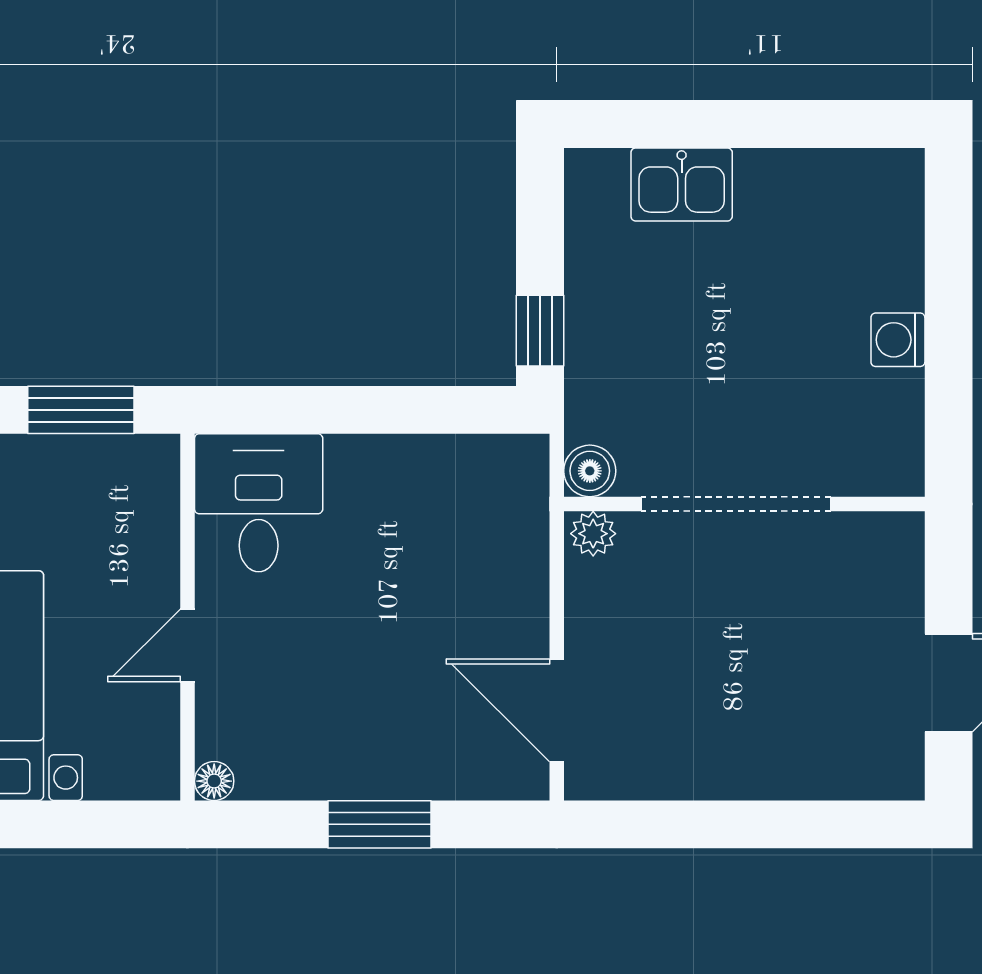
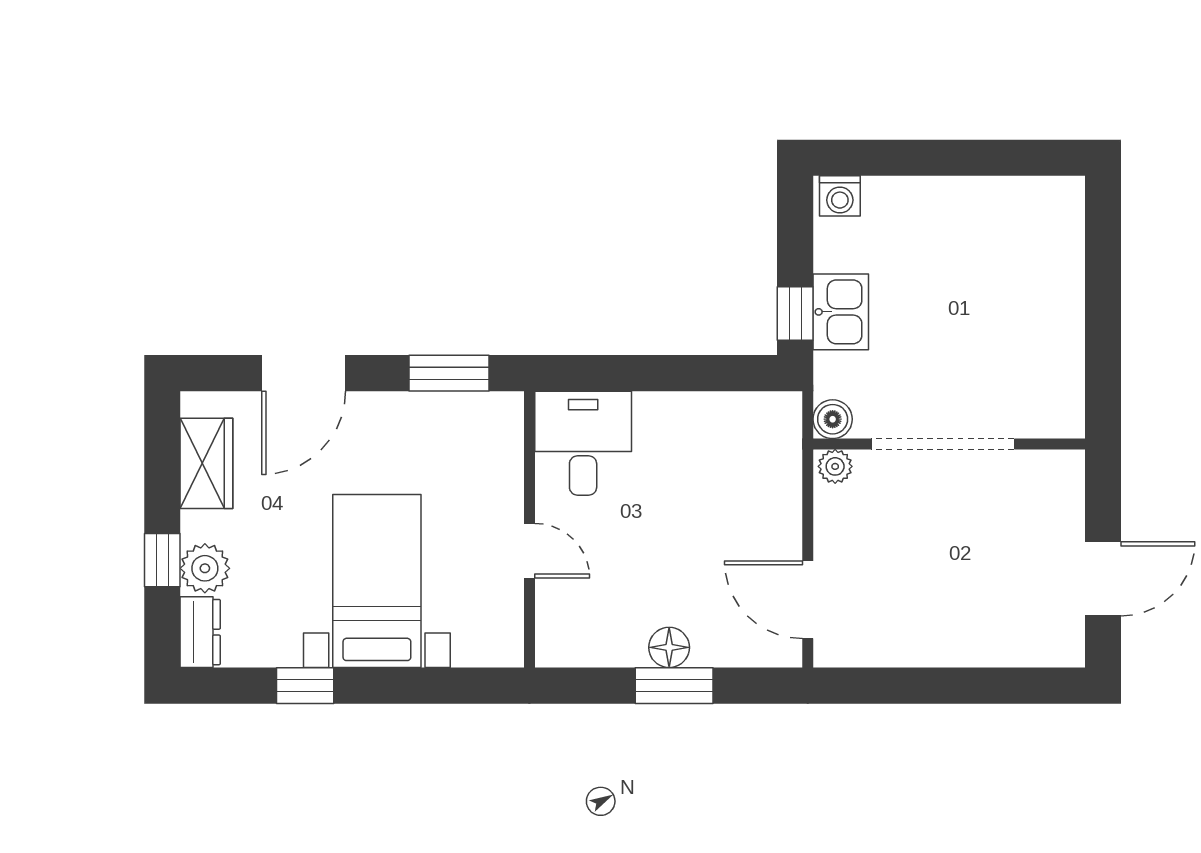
kitchen sink: (682, 184) -> (841, 312), moved, turned -90
washing machine: (898, 340) -> (840, 196), moved, turned -90
door: (187, 645) -> (529, 551), swing flipped
floor lamp: (214, 781) -> (669, 647), moved, width x1.37, depth x1.37

